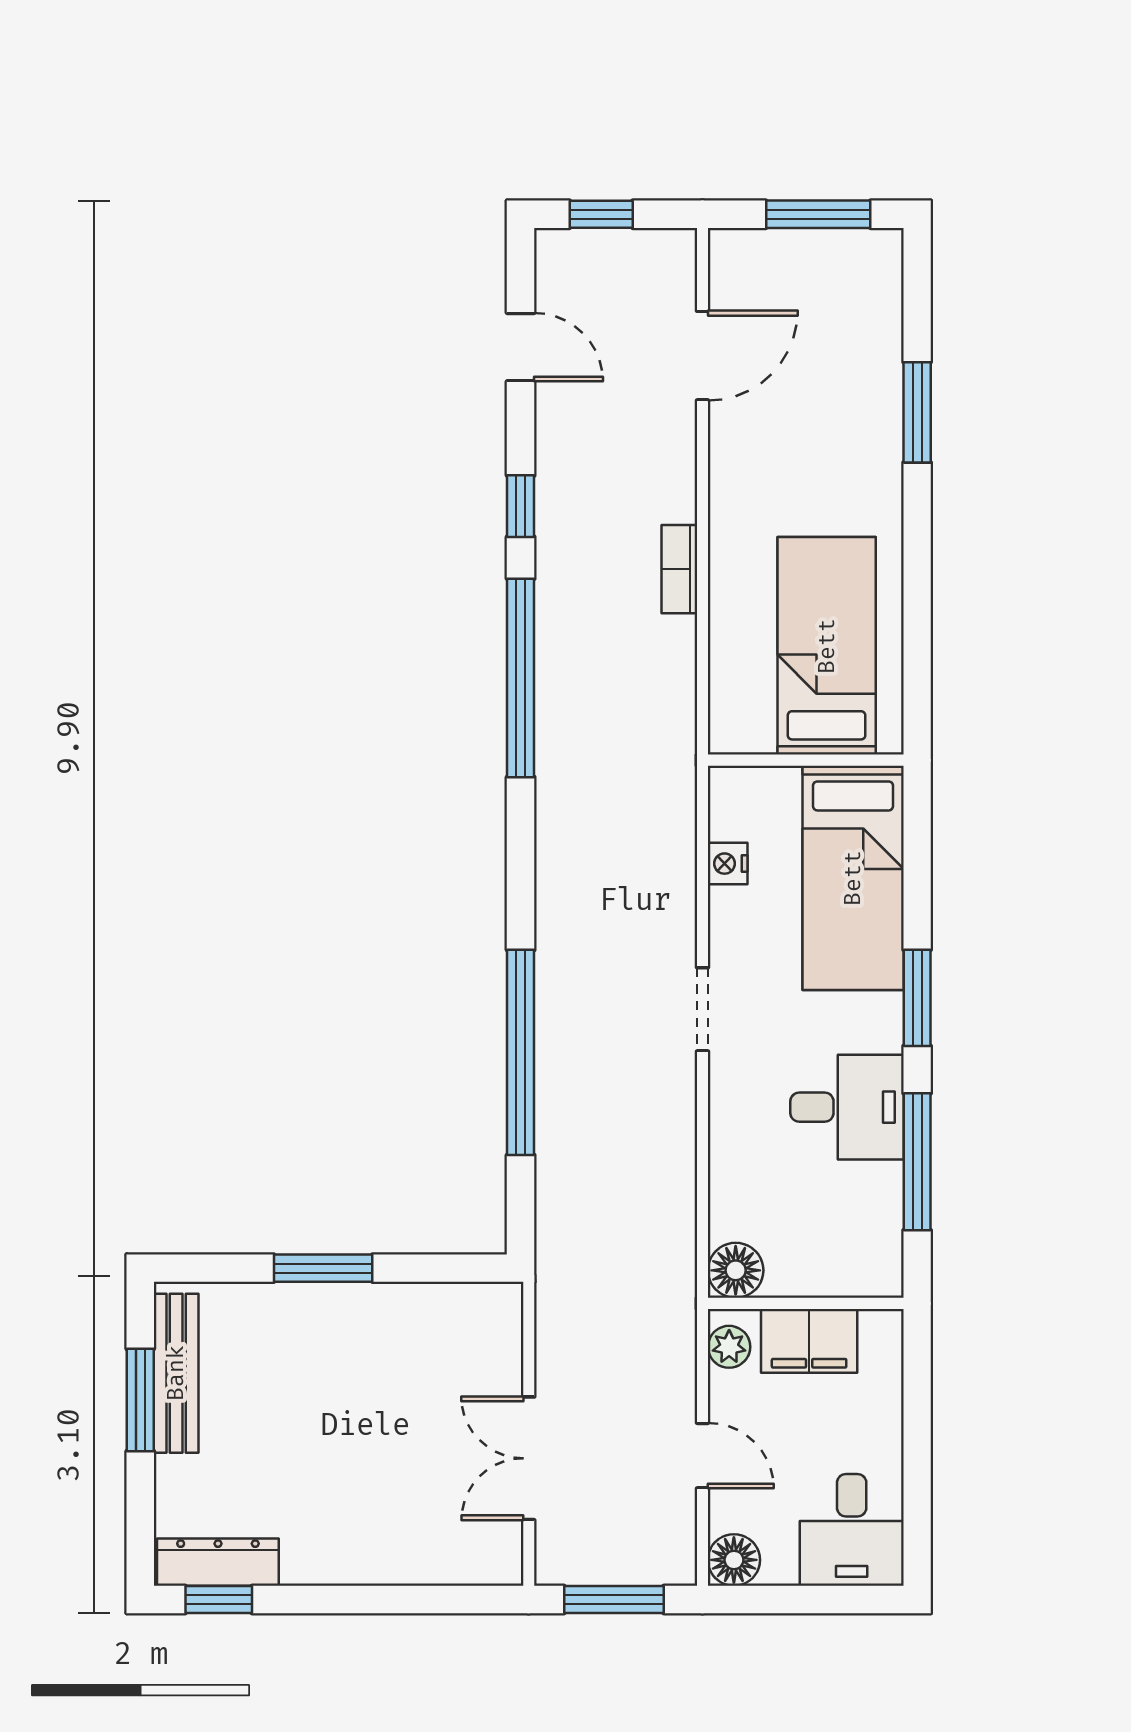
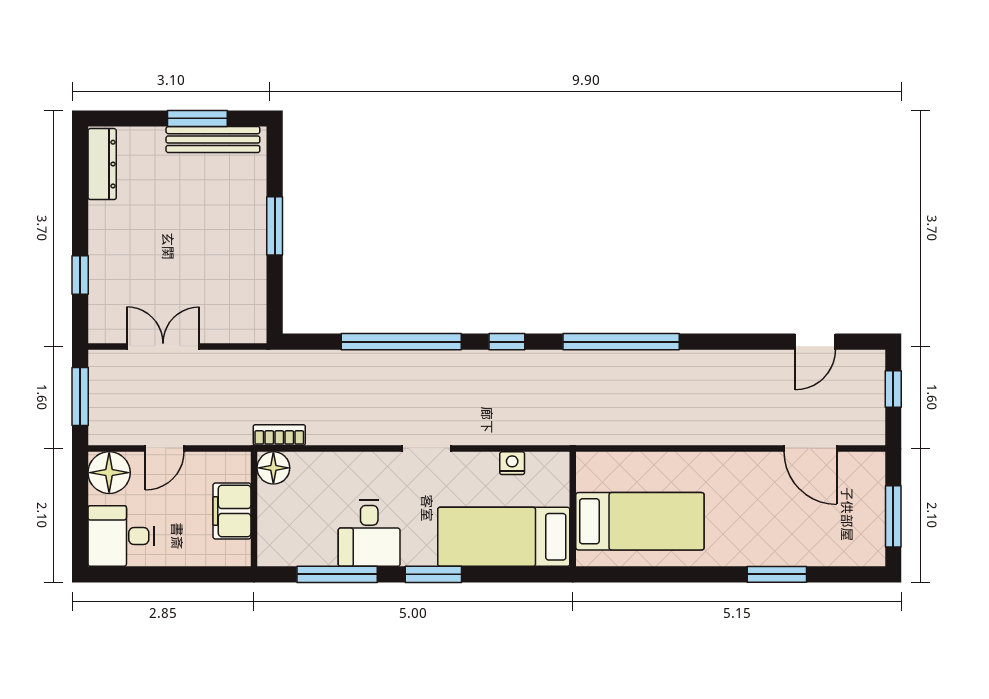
window: (521, 506) -> (507, 342), moved
bookcase: (679, 569) -> (279, 435), moved
plant: (729, 1347) -> (229, 464), removed
floor lamp: (734, 1560) -> (109, 473), width x1.38, depth x1.38
window: (219, 1600) -> (80, 275), moved

